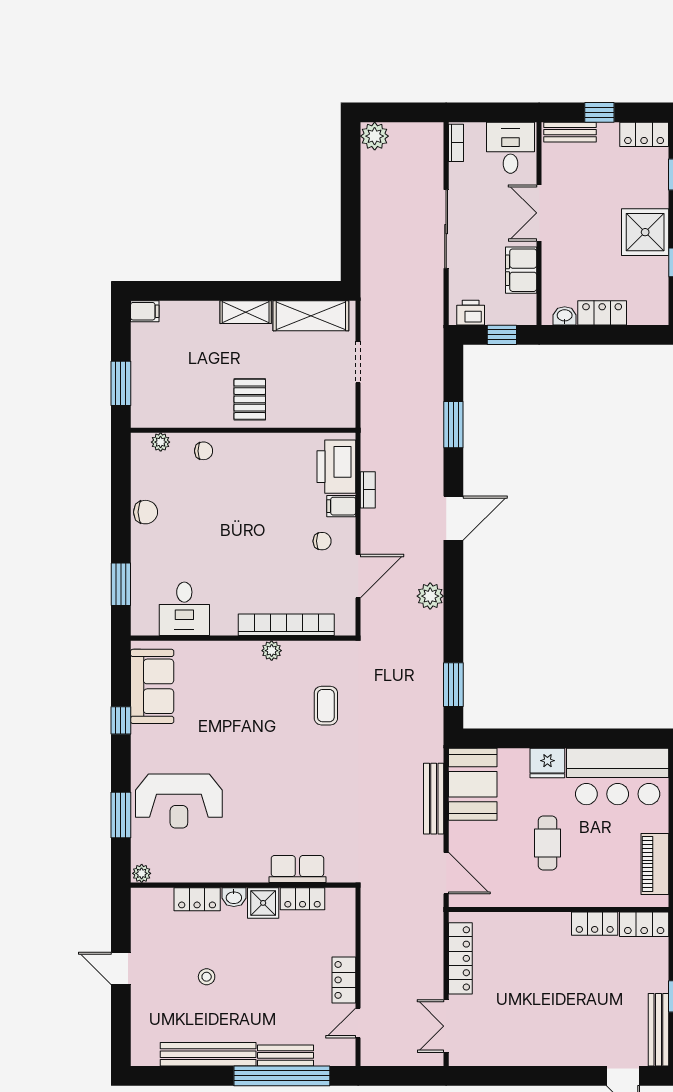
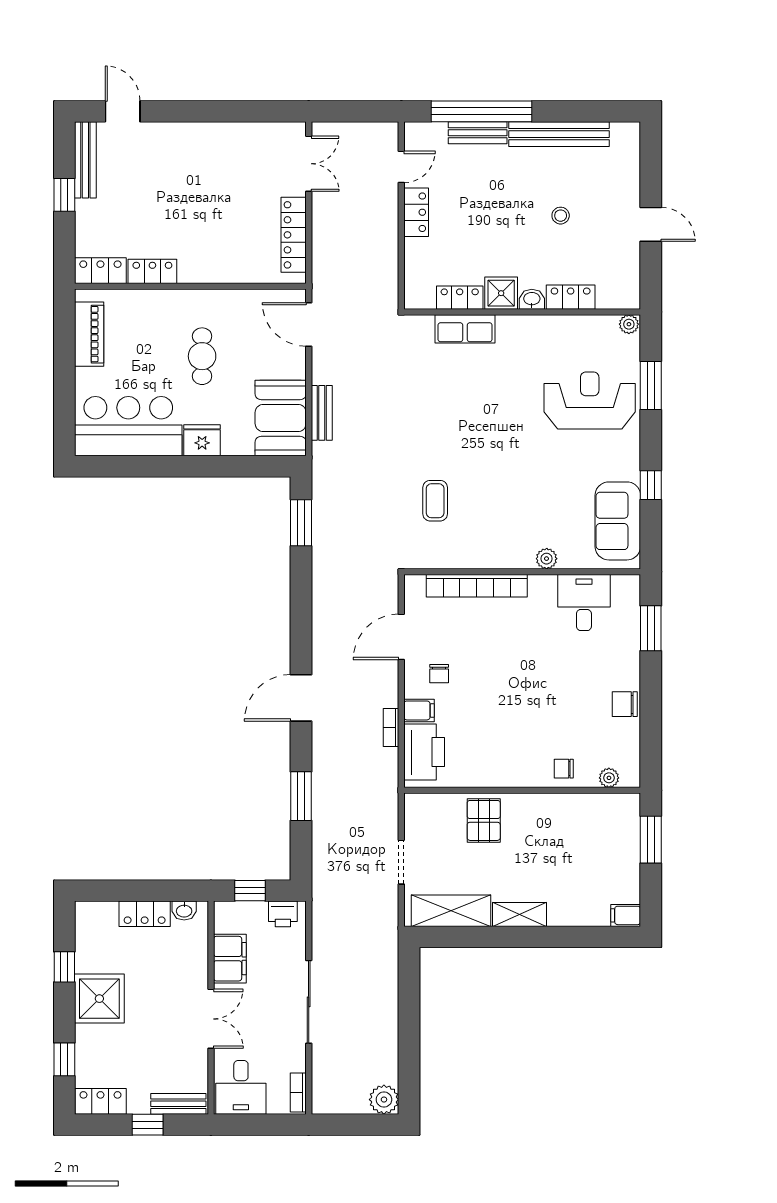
pallet: (250, 399) -> (484, 820), moved
chair: (322, 541) -> (439, 674), turned -90
plant: (430, 596) -> (325, 616), removed
plant: (272, 651) -> (547, 559), moved
bench: (434, 799) -> (322, 413), width x0.73

